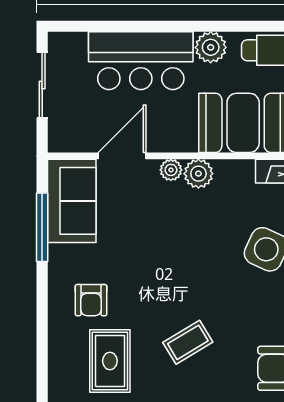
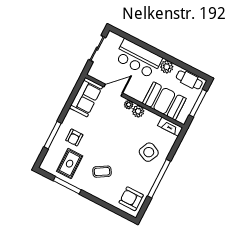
window: (42, 227) -> (53, 135), moved

